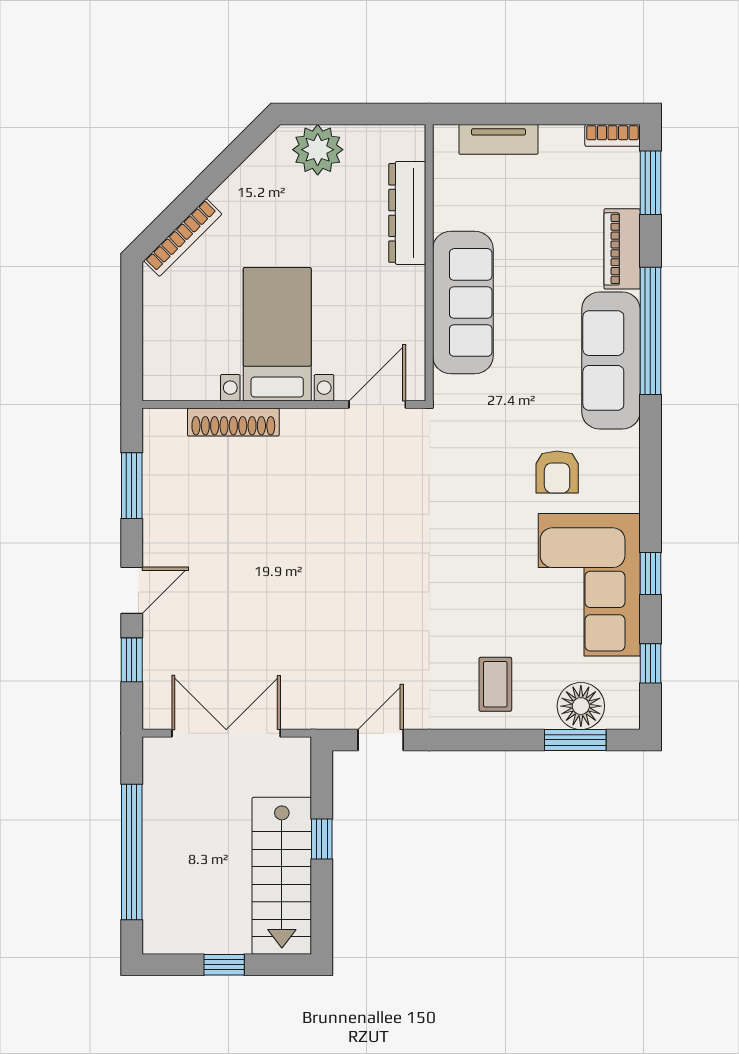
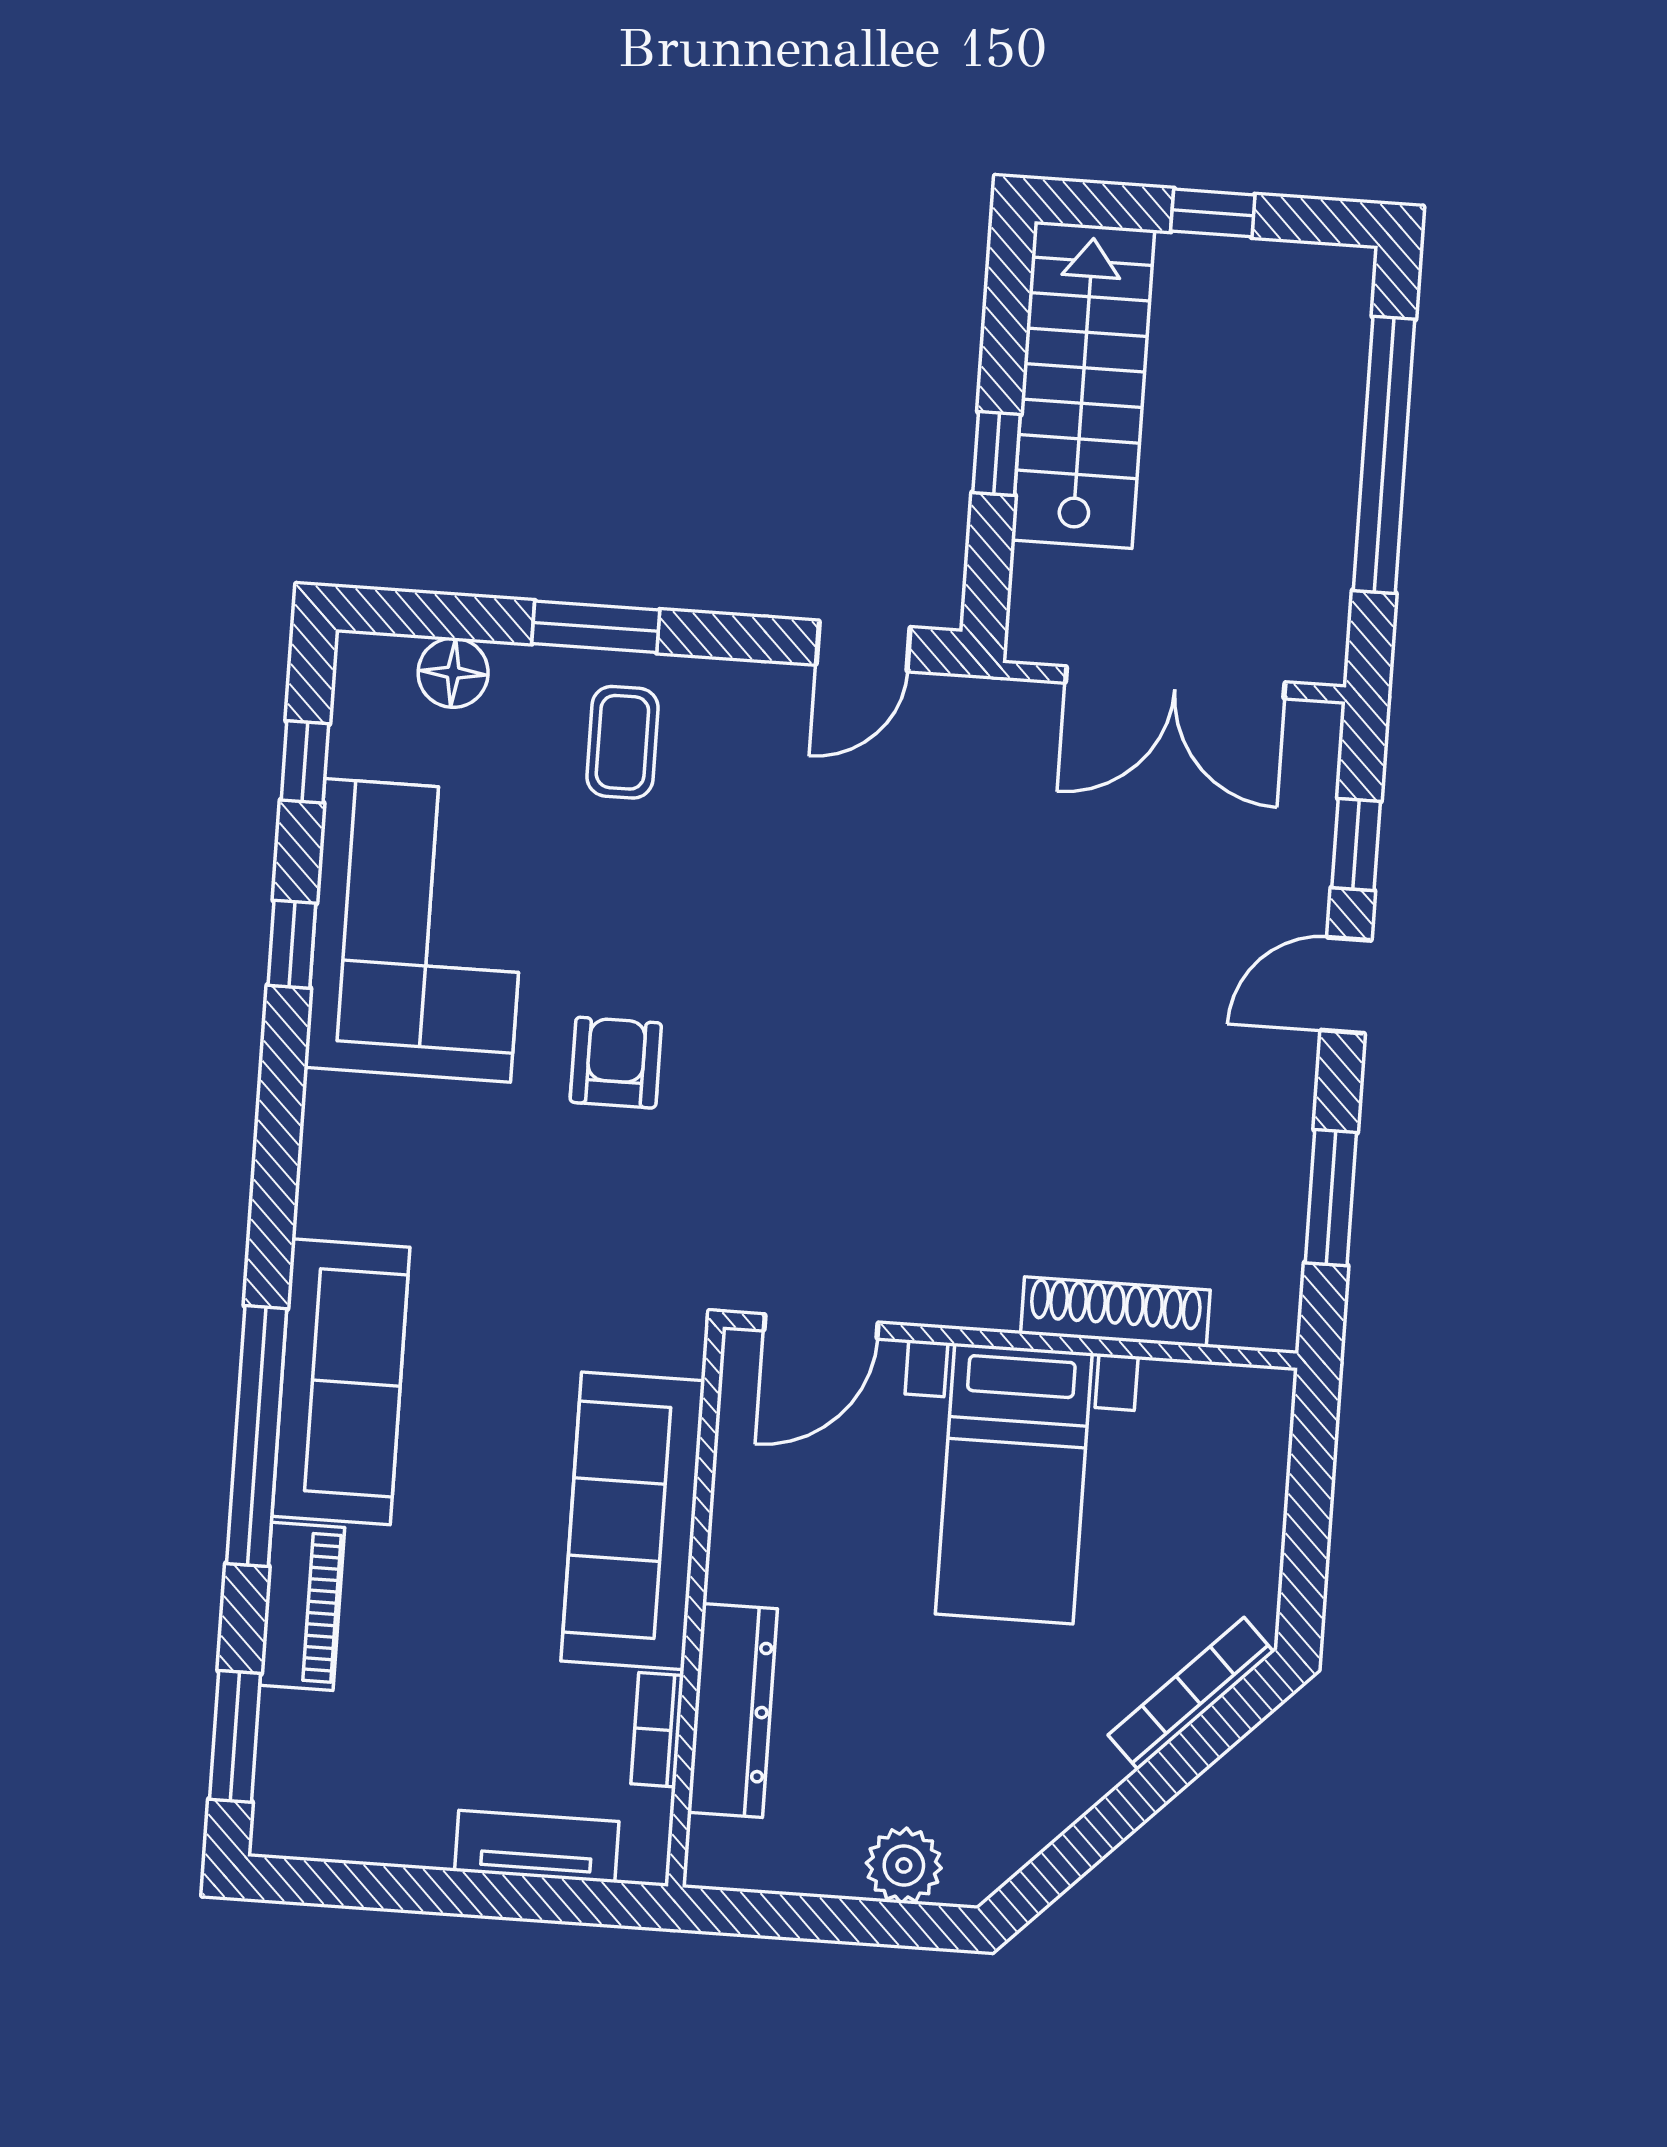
bookcase: (613, 135) -> (657, 1730), moved, turned -90
plant: (318, 150) -> (904, 1865), width x0.73, depth x0.73
armchair: (557, 472) -> (616, 1063), moved
floor lamp: (581, 706) -> (453, 673), width x0.73, depth x0.73
window: (575, 740) -> (596, 627), moved

